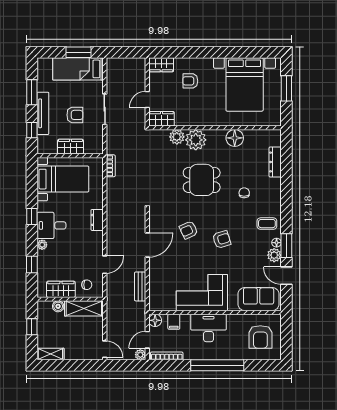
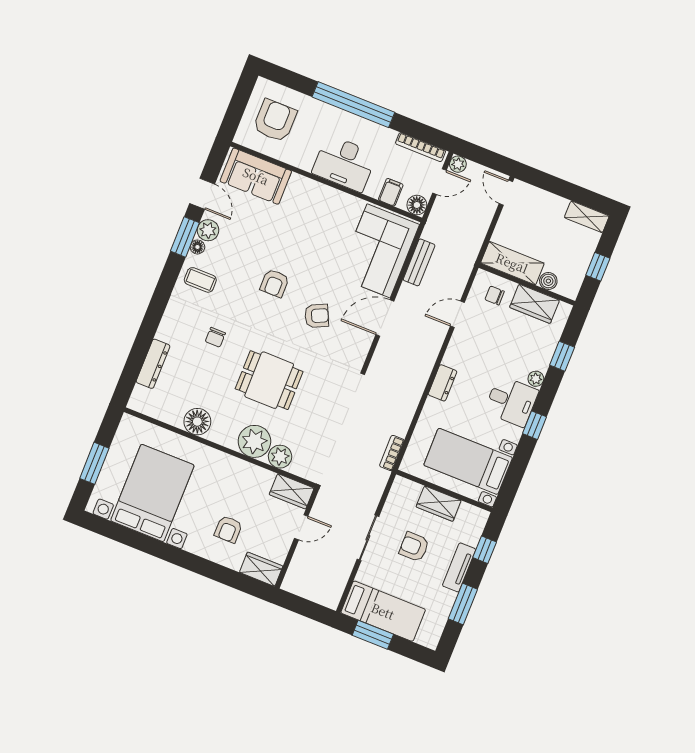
armchair: (190, 81) -> (228, 529), turned 90
tv unit: (43, 113) -> (459, 567), width x0.71
armchair: (222, 239) -> (275, 283), turned -73
corner sofa: (202, 293) -> (379, 251), moved, turned 90

